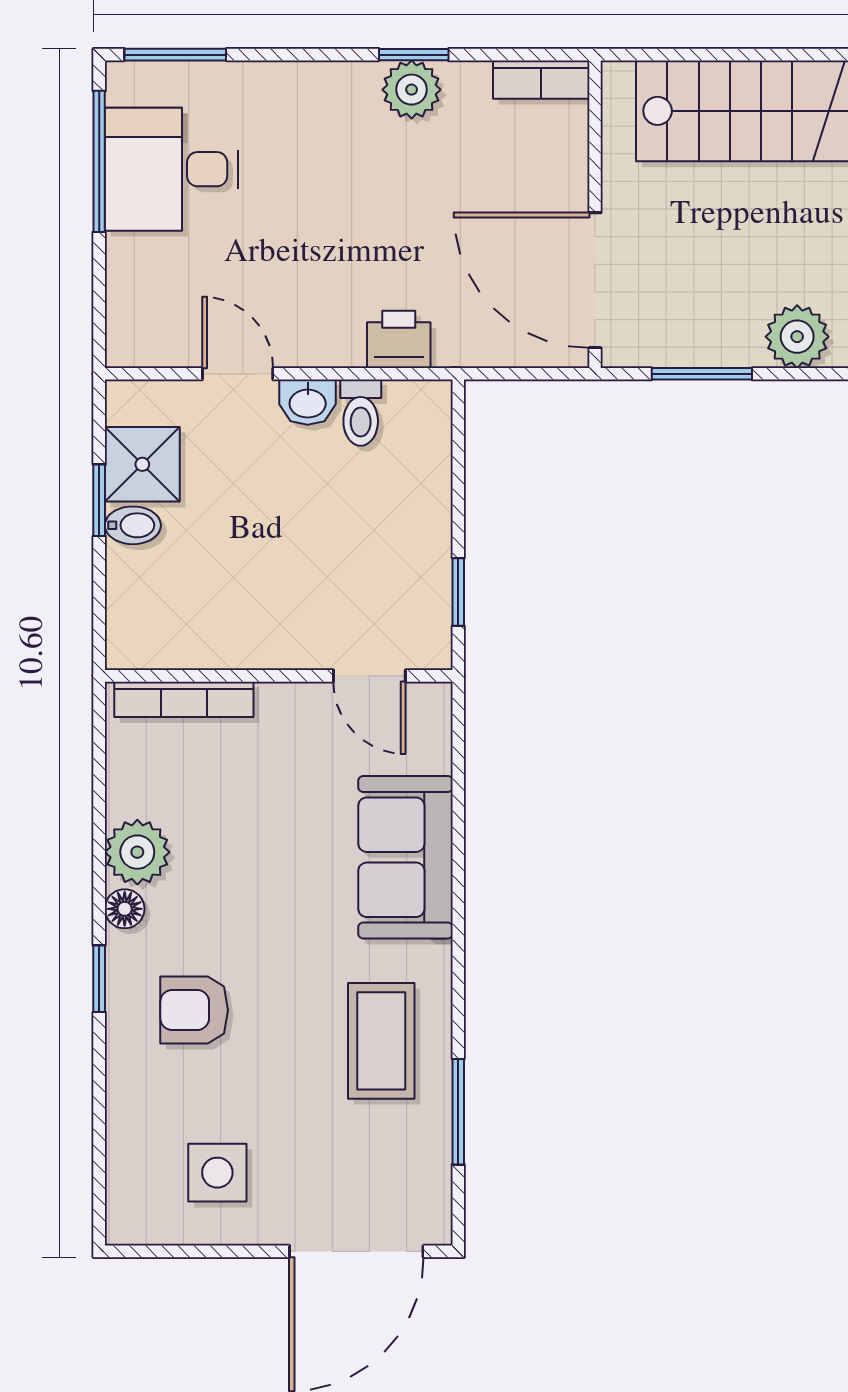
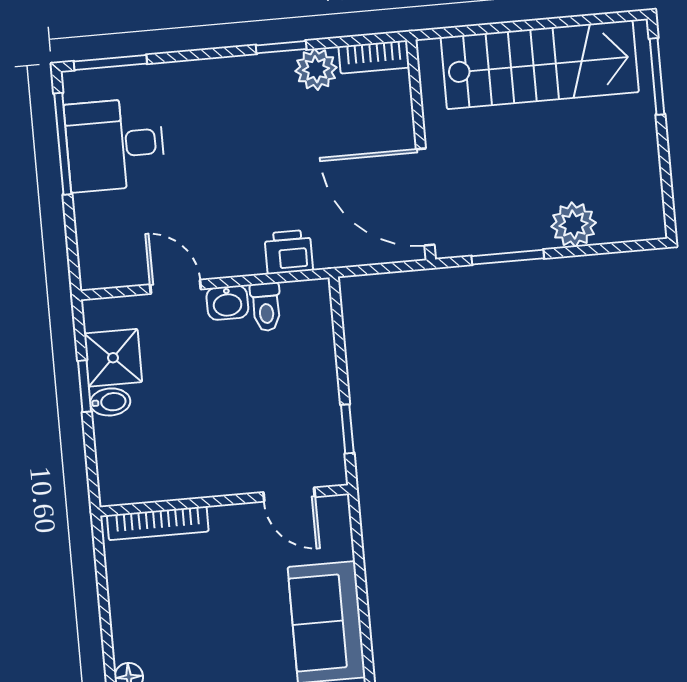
plant: (412, 90) -> (316, 69), moved
plant: (137, 852) -> (134, 636), removed

